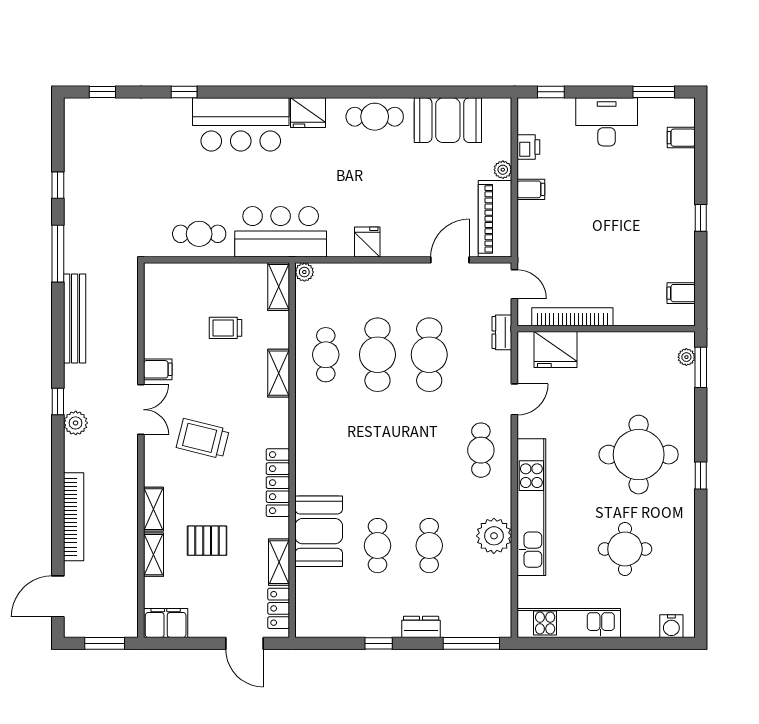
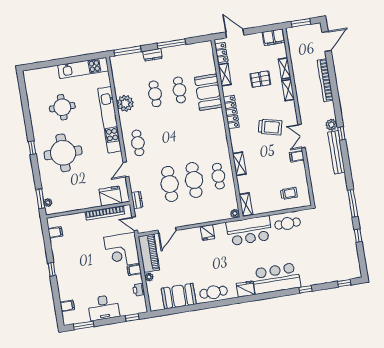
corner desk: (550, 234) -> (122, 250), added
bench: (75, 319) -> (336, 152), moved
trolley: (225, 328) -> (289, 193), moved
water cooler: (671, 626) -> (34, 74), removed
window: (379, 643) -> (171, 44), width x2.17

